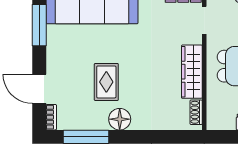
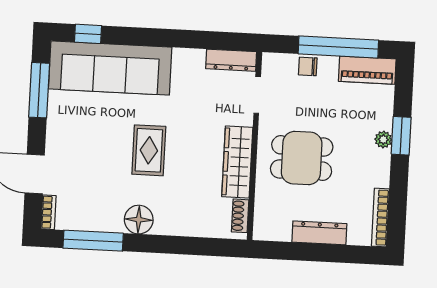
rug: (106, 82) -> (149, 150), moved

